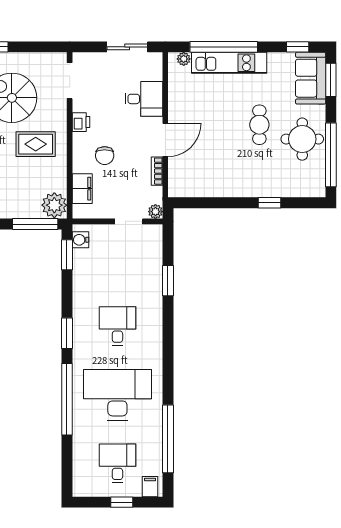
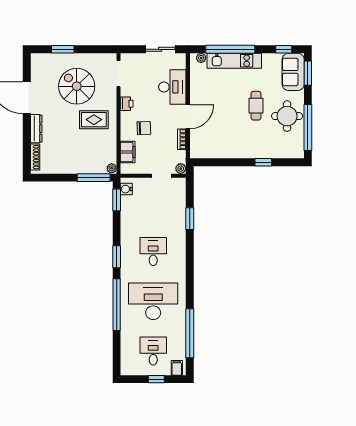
desk: (144, 99) -> (172, 87), width x1.37
chair: (105, 156) -> (144, 128), turned -92
plant: (54, 205) -> (112, 168), width x0.53, depth x0.53

